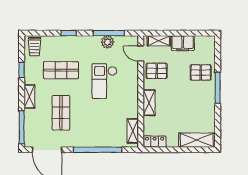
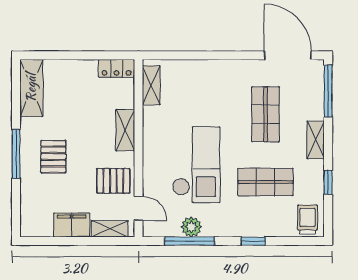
pallet: (201, 72) -> (53, 157), moved, turned 90
checkout: (104, 81) -> (196, 165), width x1.36, depth x1.21
shelving: (197, 140) -> (31, 88), moved, turned 90
window: (98, 150) -> (207, 55), removed

